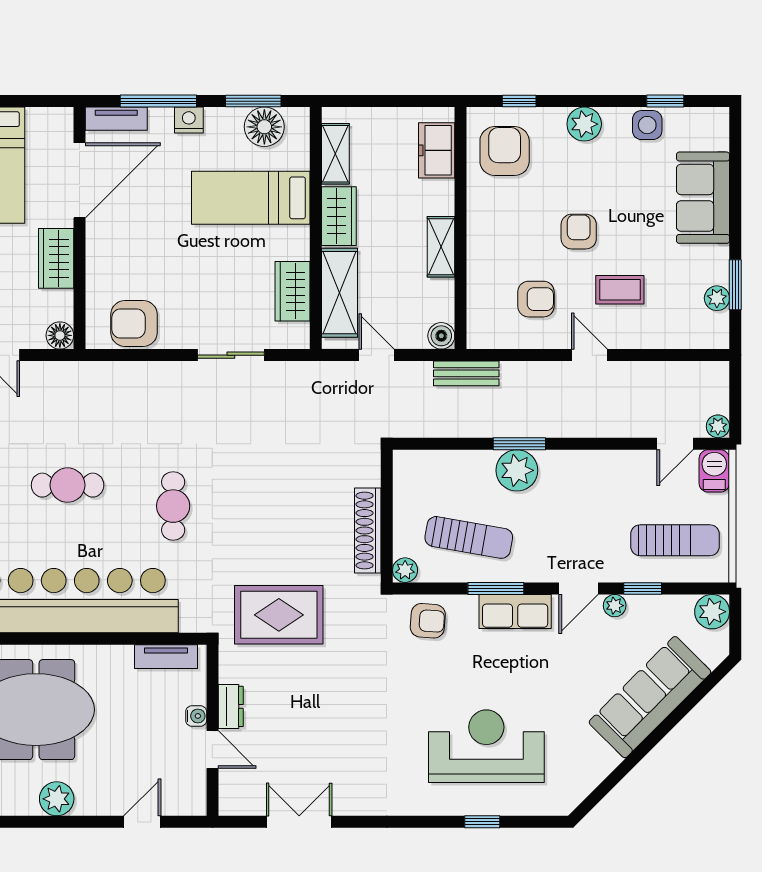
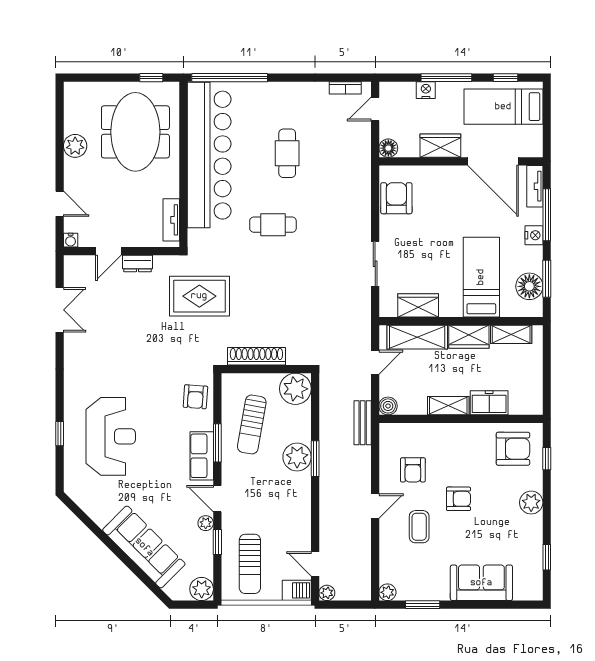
side table: (647, 125) -> (531, 545), removed
freezer: (437, 150) -> (489, 403), moved
plant: (717, 298) -> (387, 592), moved
plant: (405, 570) -> (295, 389), moved, width x1.88, depth x1.88
rug: (279, 615) -> (199, 296), turned 90
water cooler: (196, 716) -> (71, 240), moved

